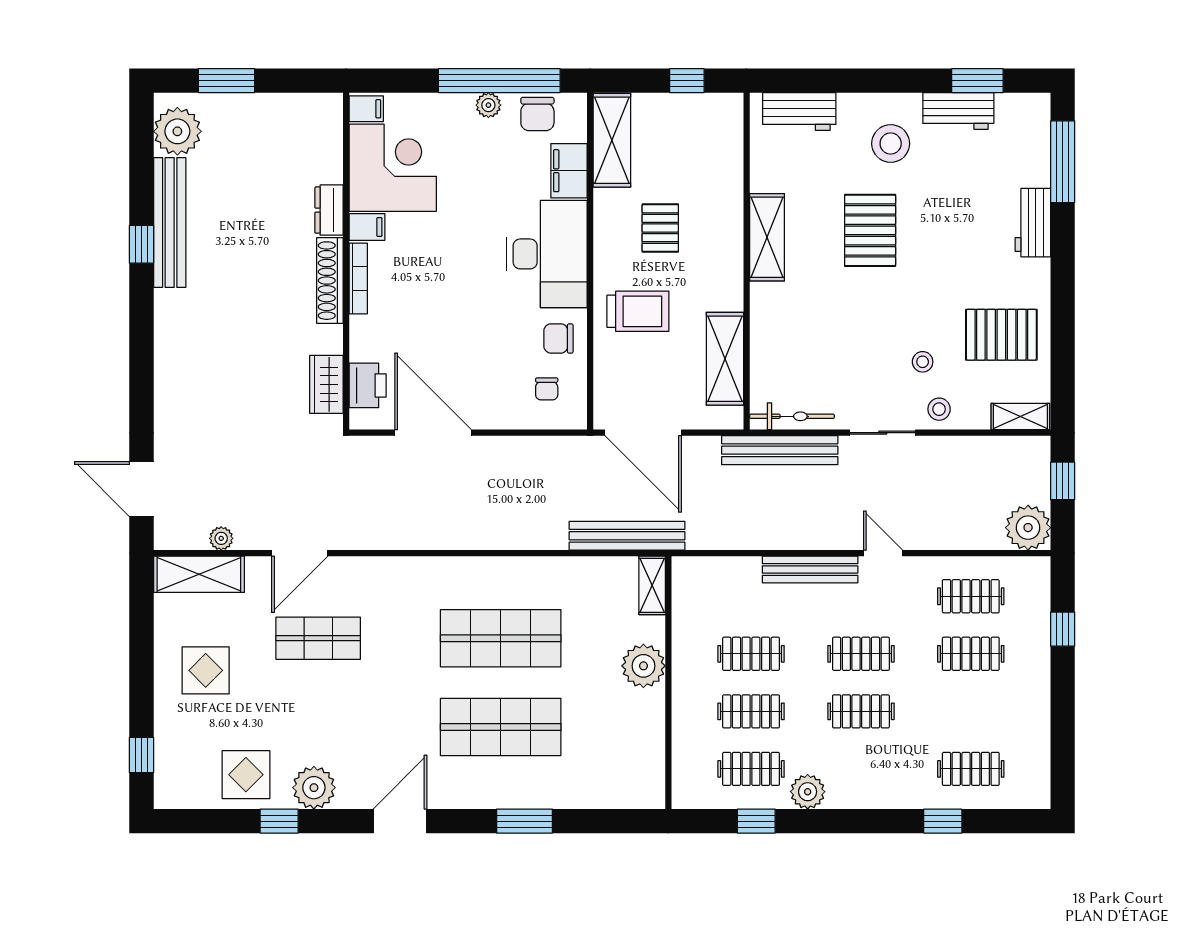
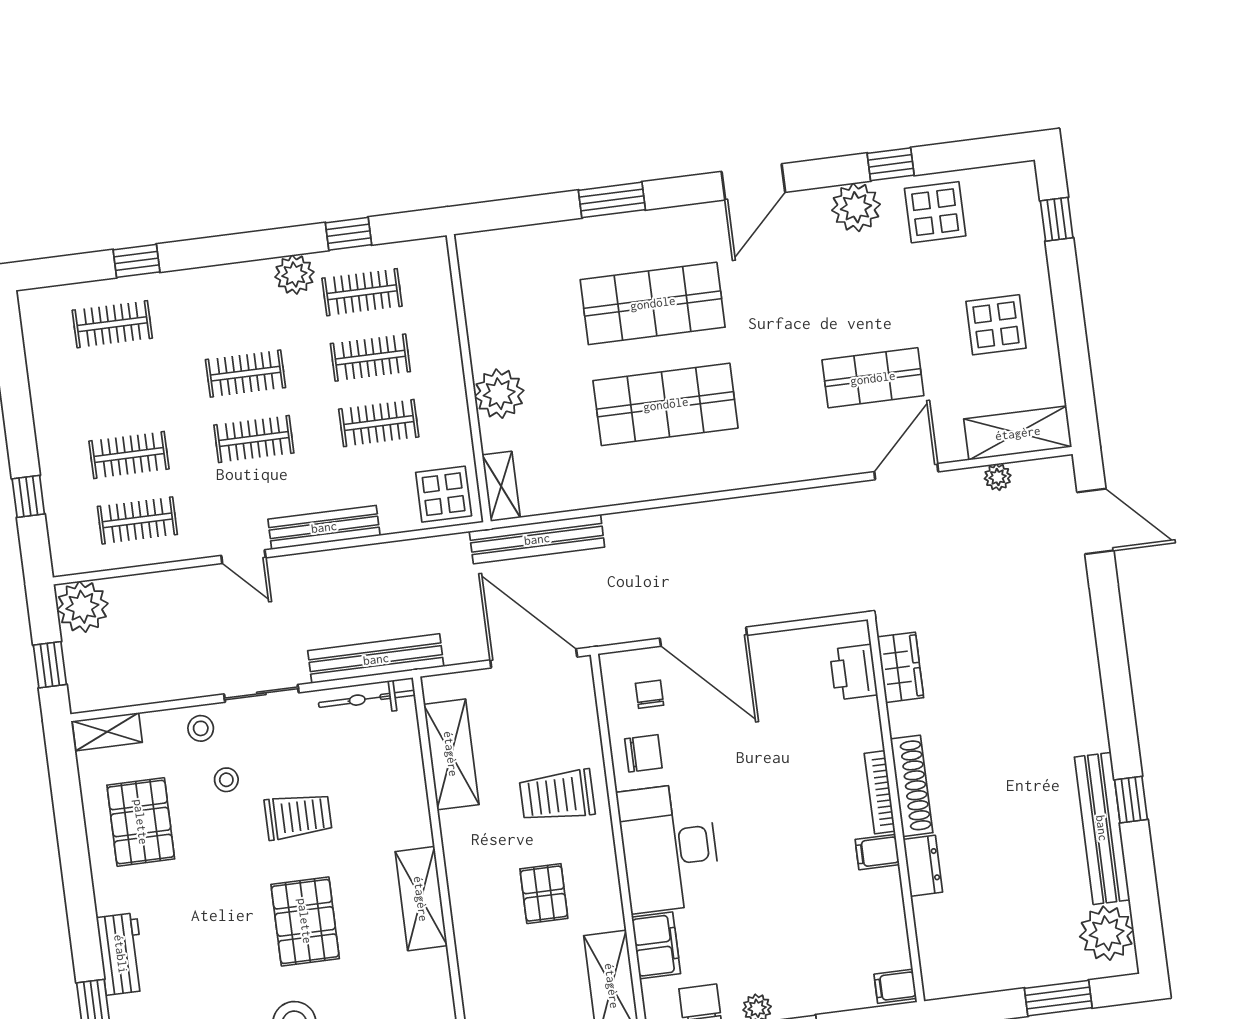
corner desk: (393, 168) -> (857, 923), removed
trolley: (864, 322) -> (298, 816), added
pallet: (1001, 335) -> (141, 822), turned 90
door: (433, 433) -> (703, 637), moved
display table: (703, 585) -> (444, 494), added

